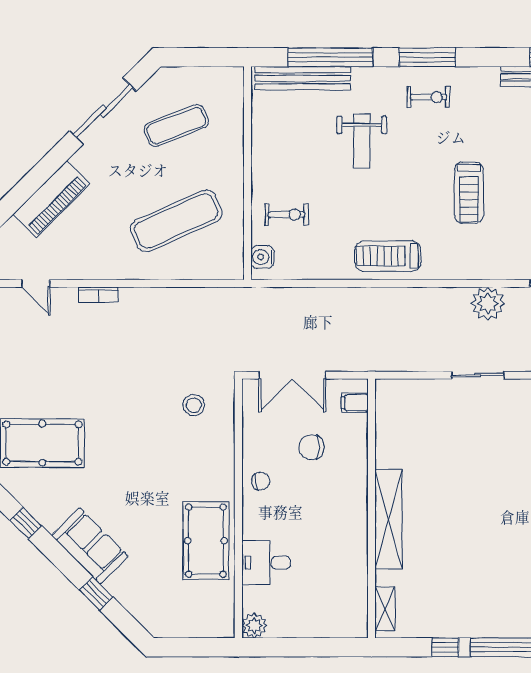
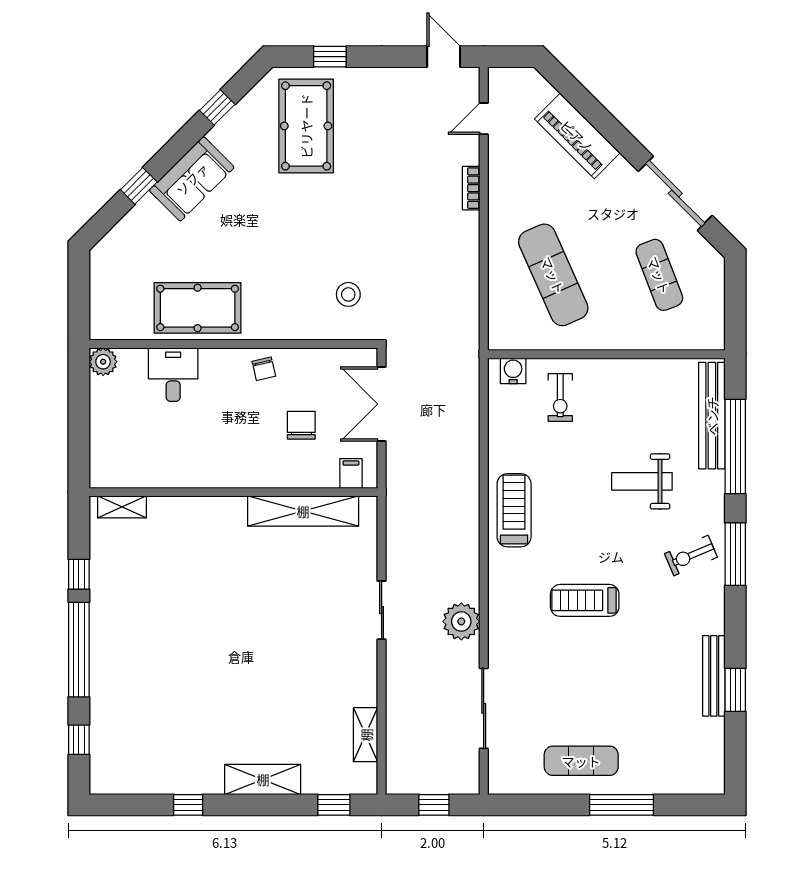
exercise bike: (428, 97) -> (691, 555), turned 67
shelving: (389, 519) -> (303, 511), moved

